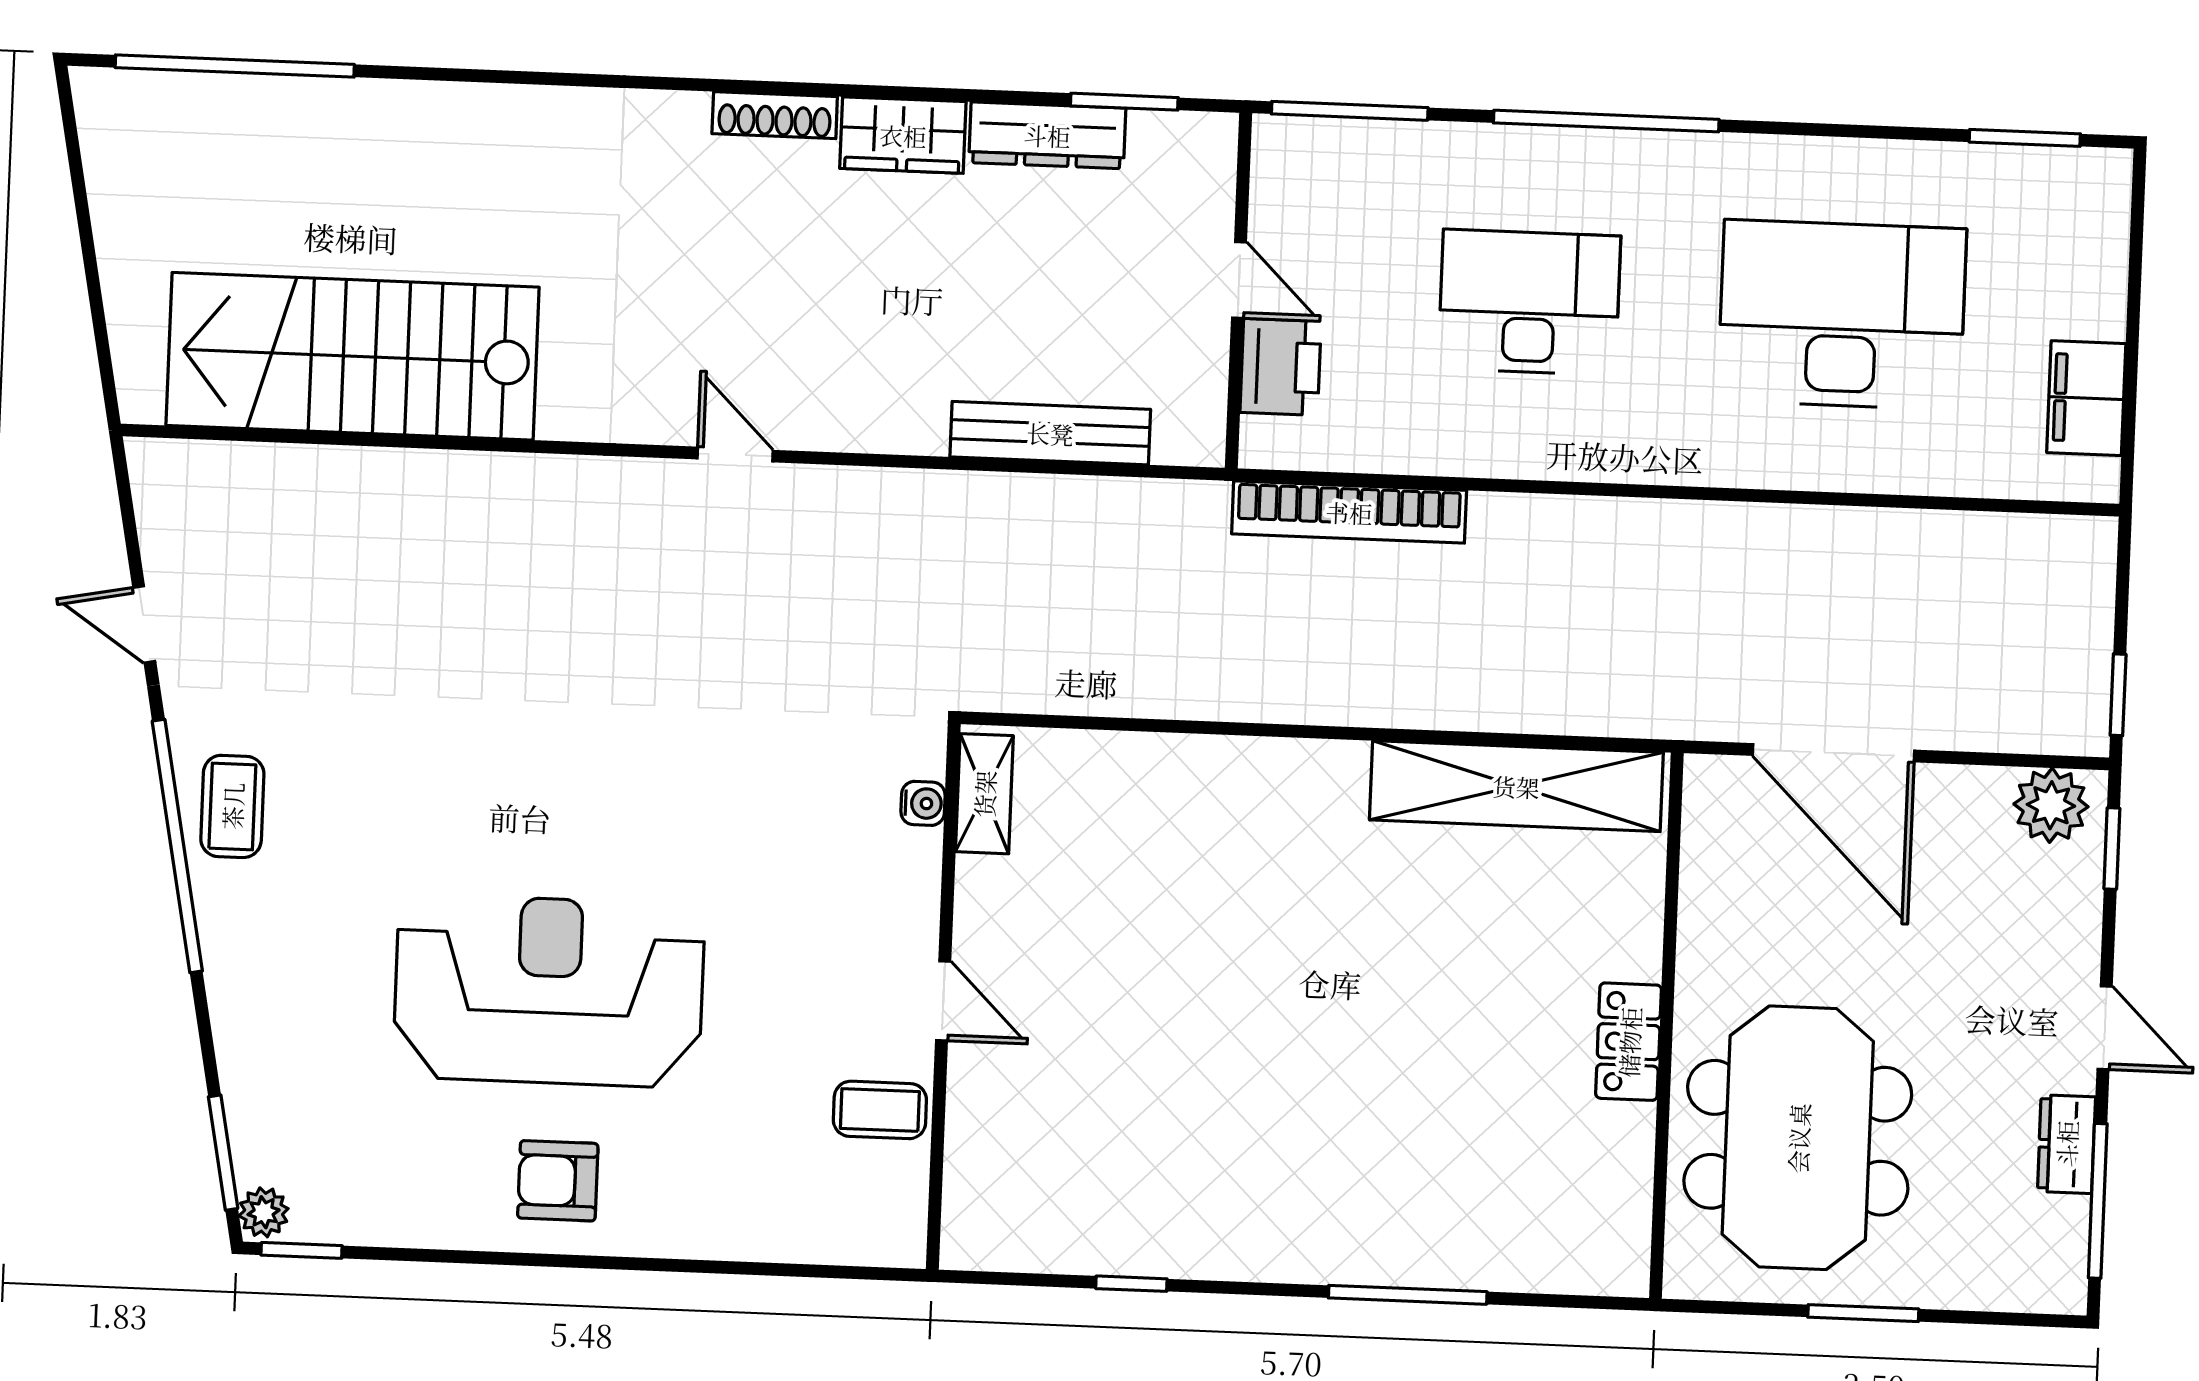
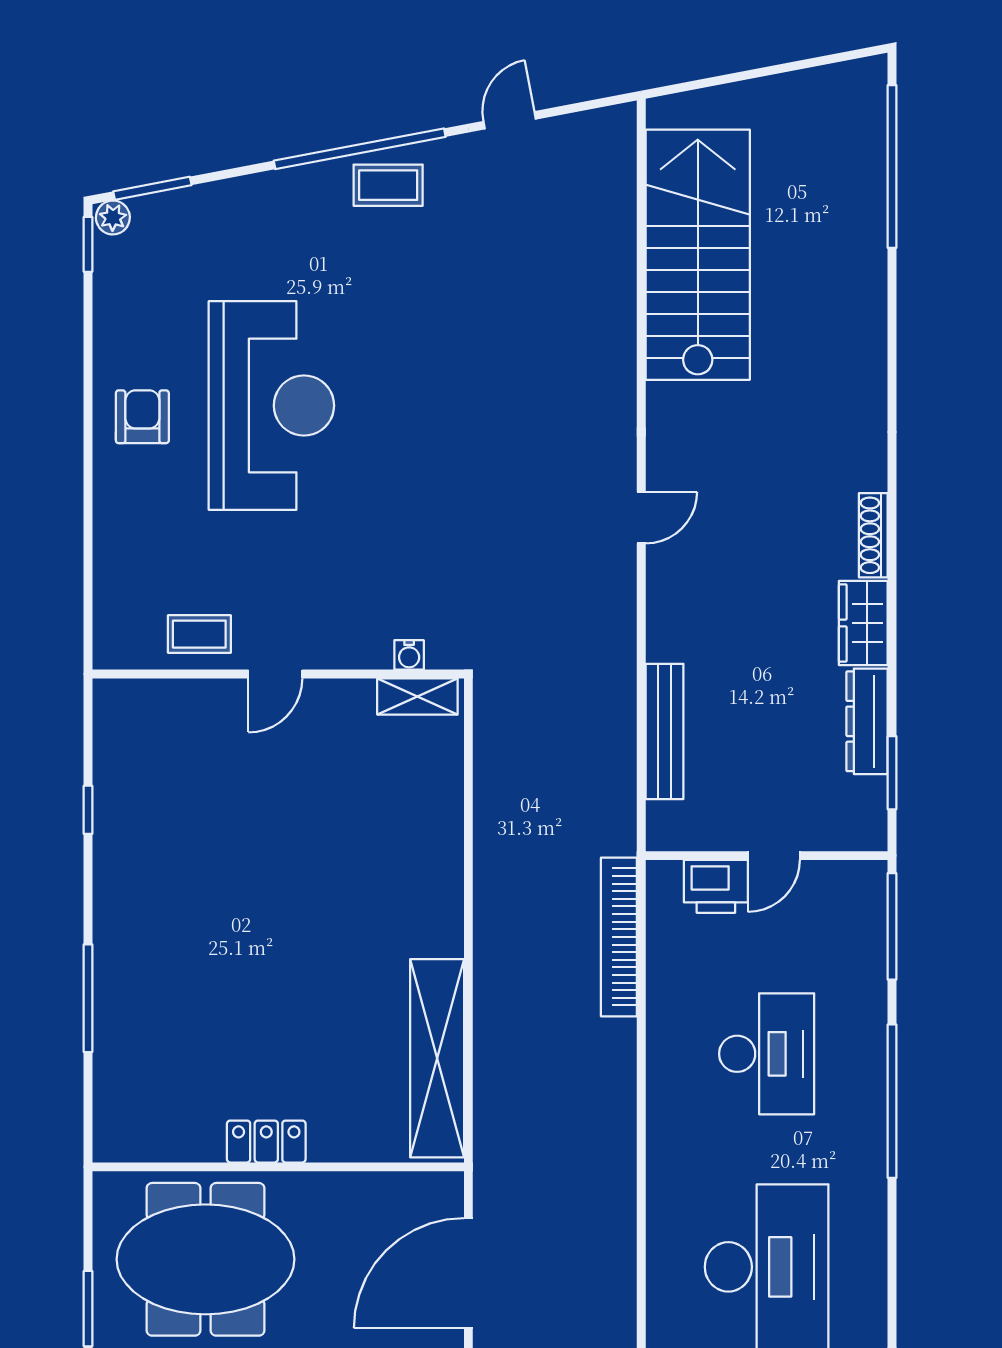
coffee table: (880, 1110) -> (199, 634), turned 90

